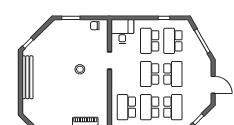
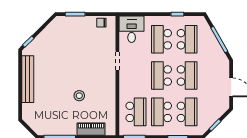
school desk: (173, 41) -> (187, 39), turned 180
stool: (80, 69) -> (79, 96), moved
school desk: (126, 107) -> (136, 112), turned 180

